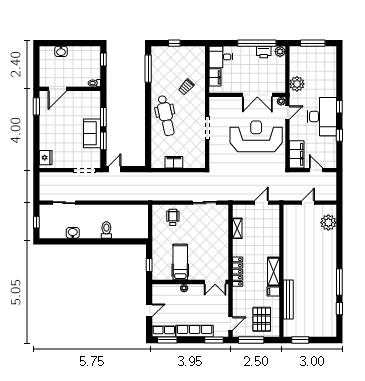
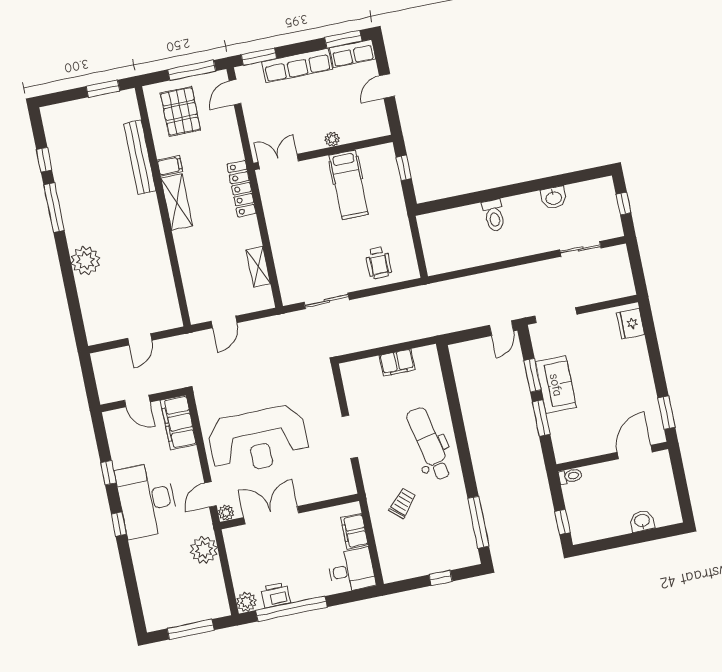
plant: (328, 223) -> (86, 261), moved

